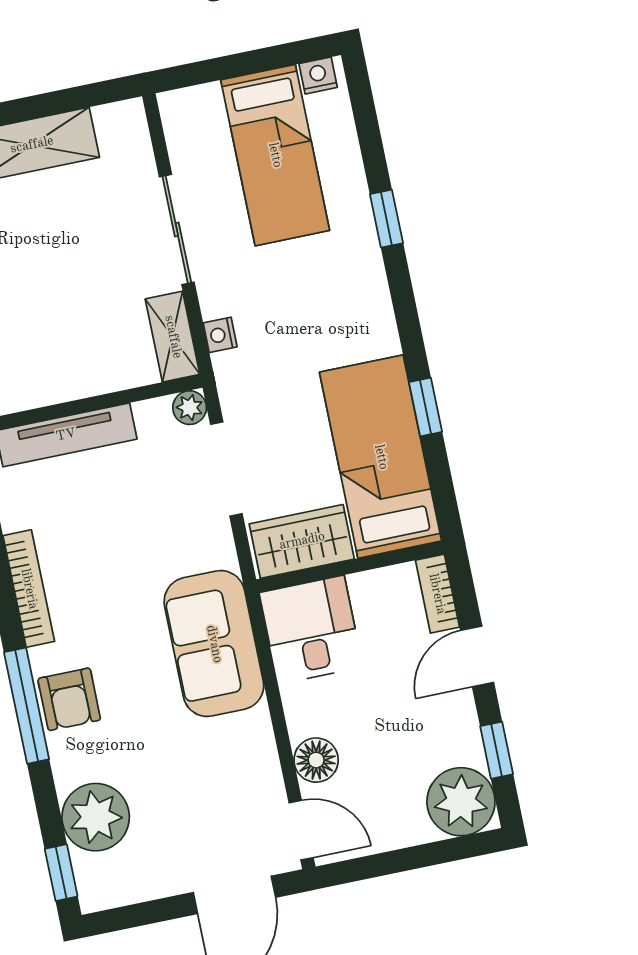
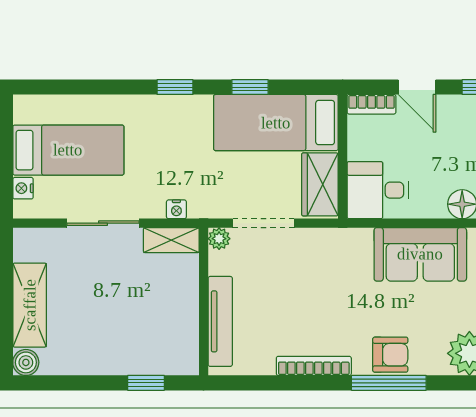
nightstand: (318, 76) -> (23, 188), moved
window: (386, 219) -> (175, 87), moved
sofa: (214, 644) -> (420, 254), moved

